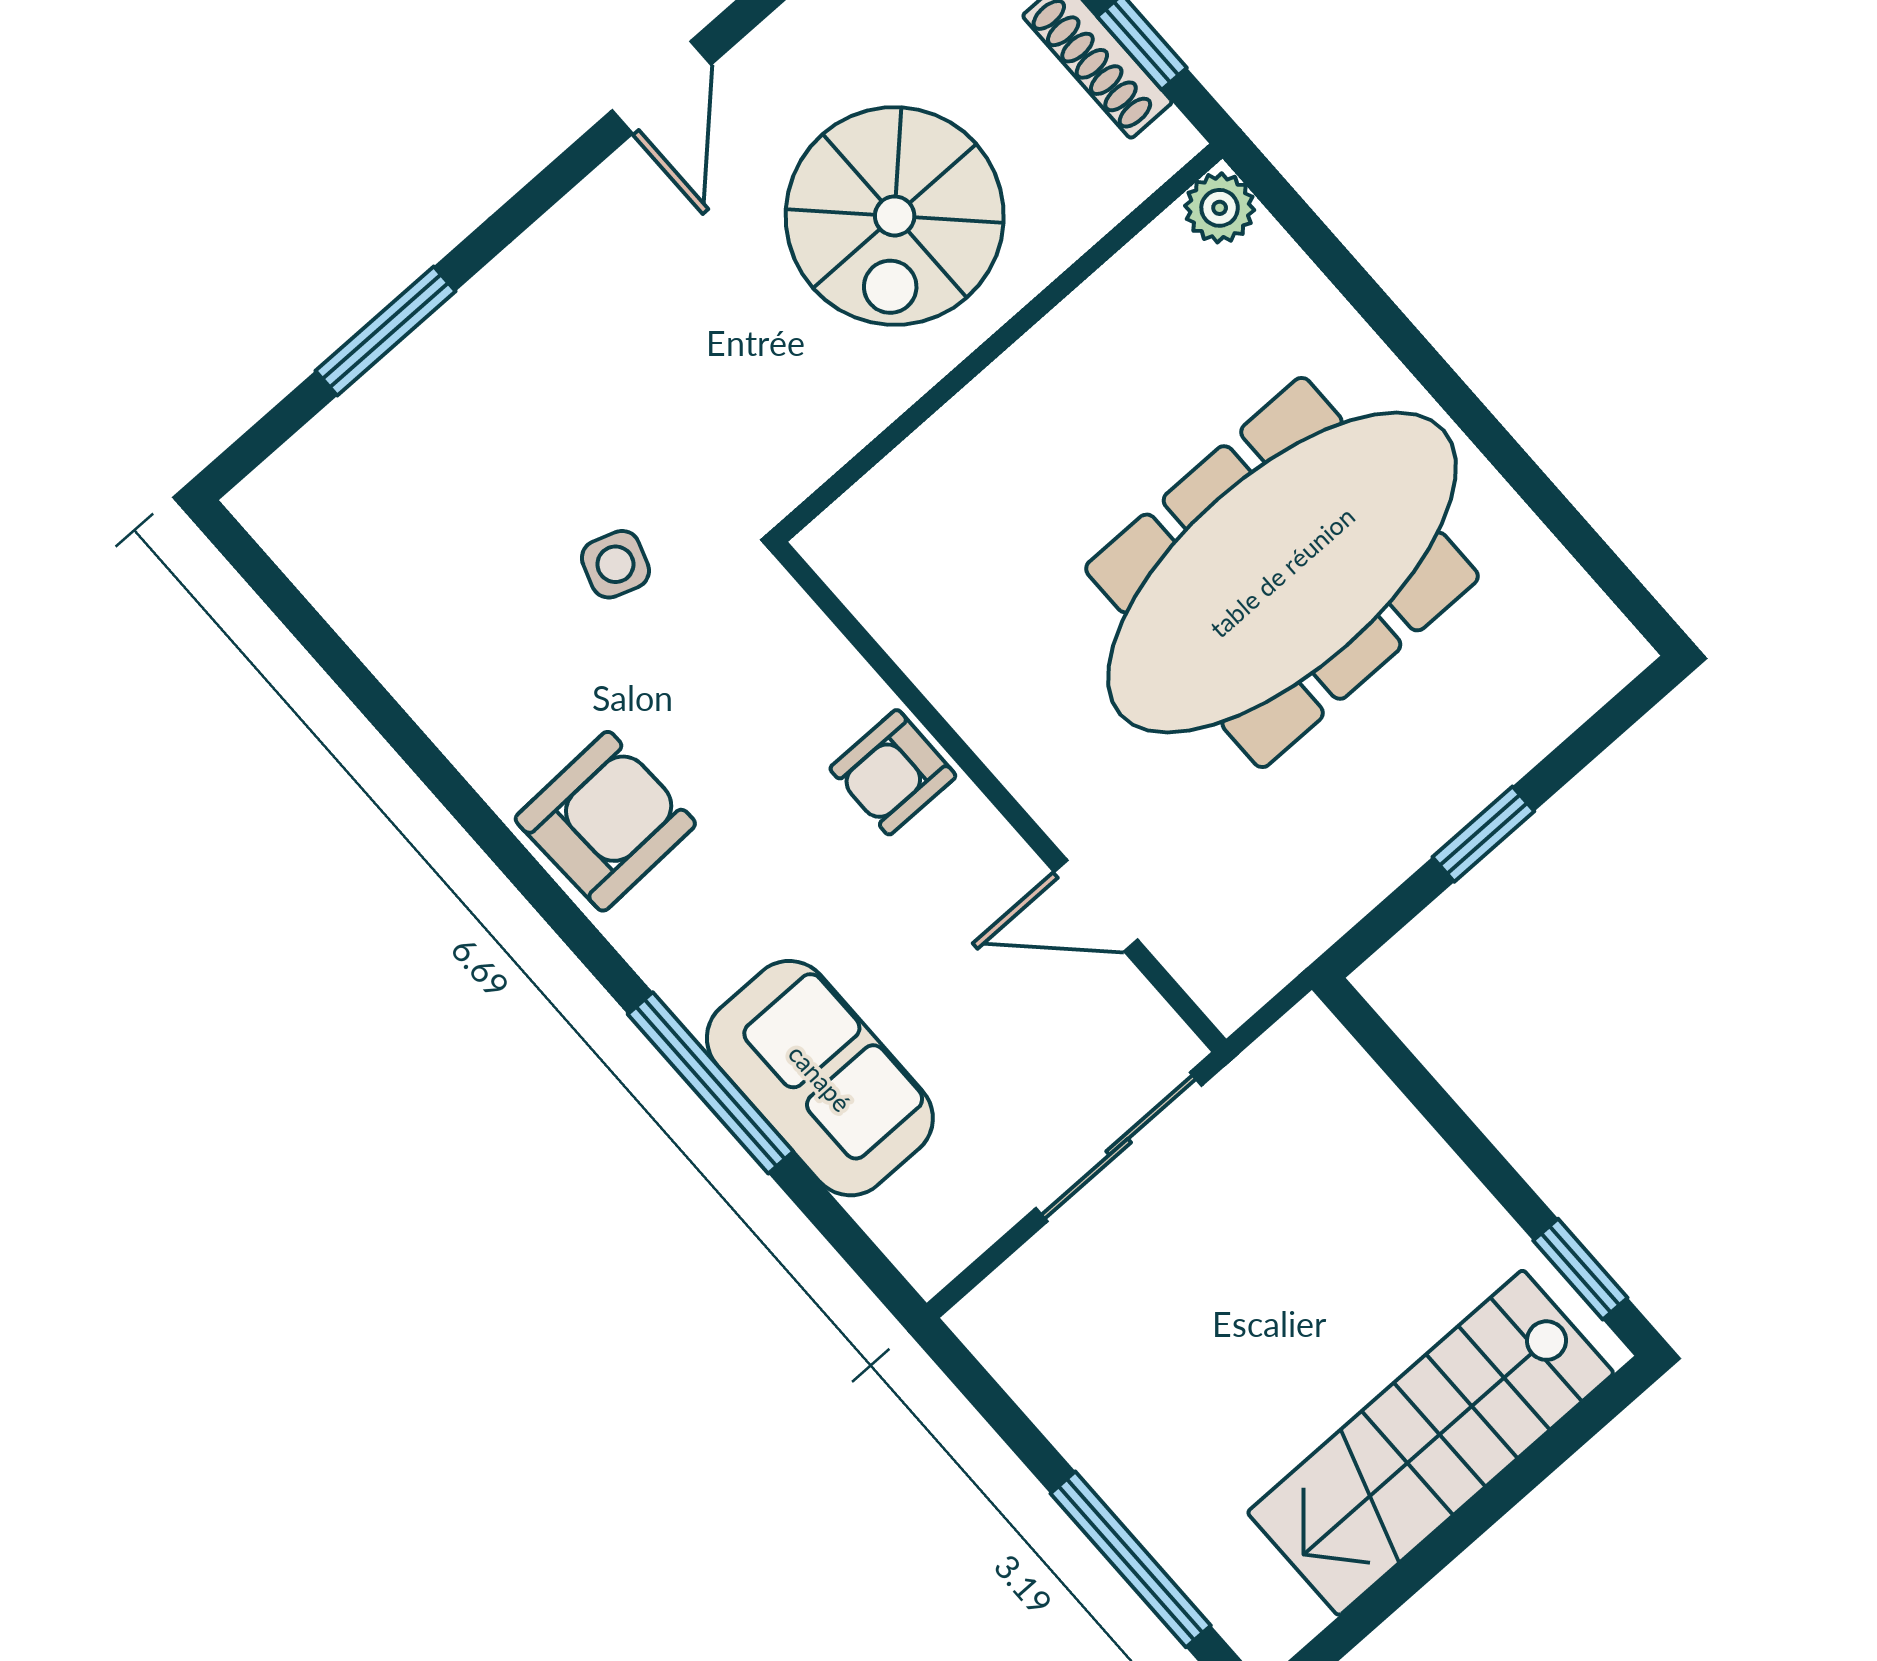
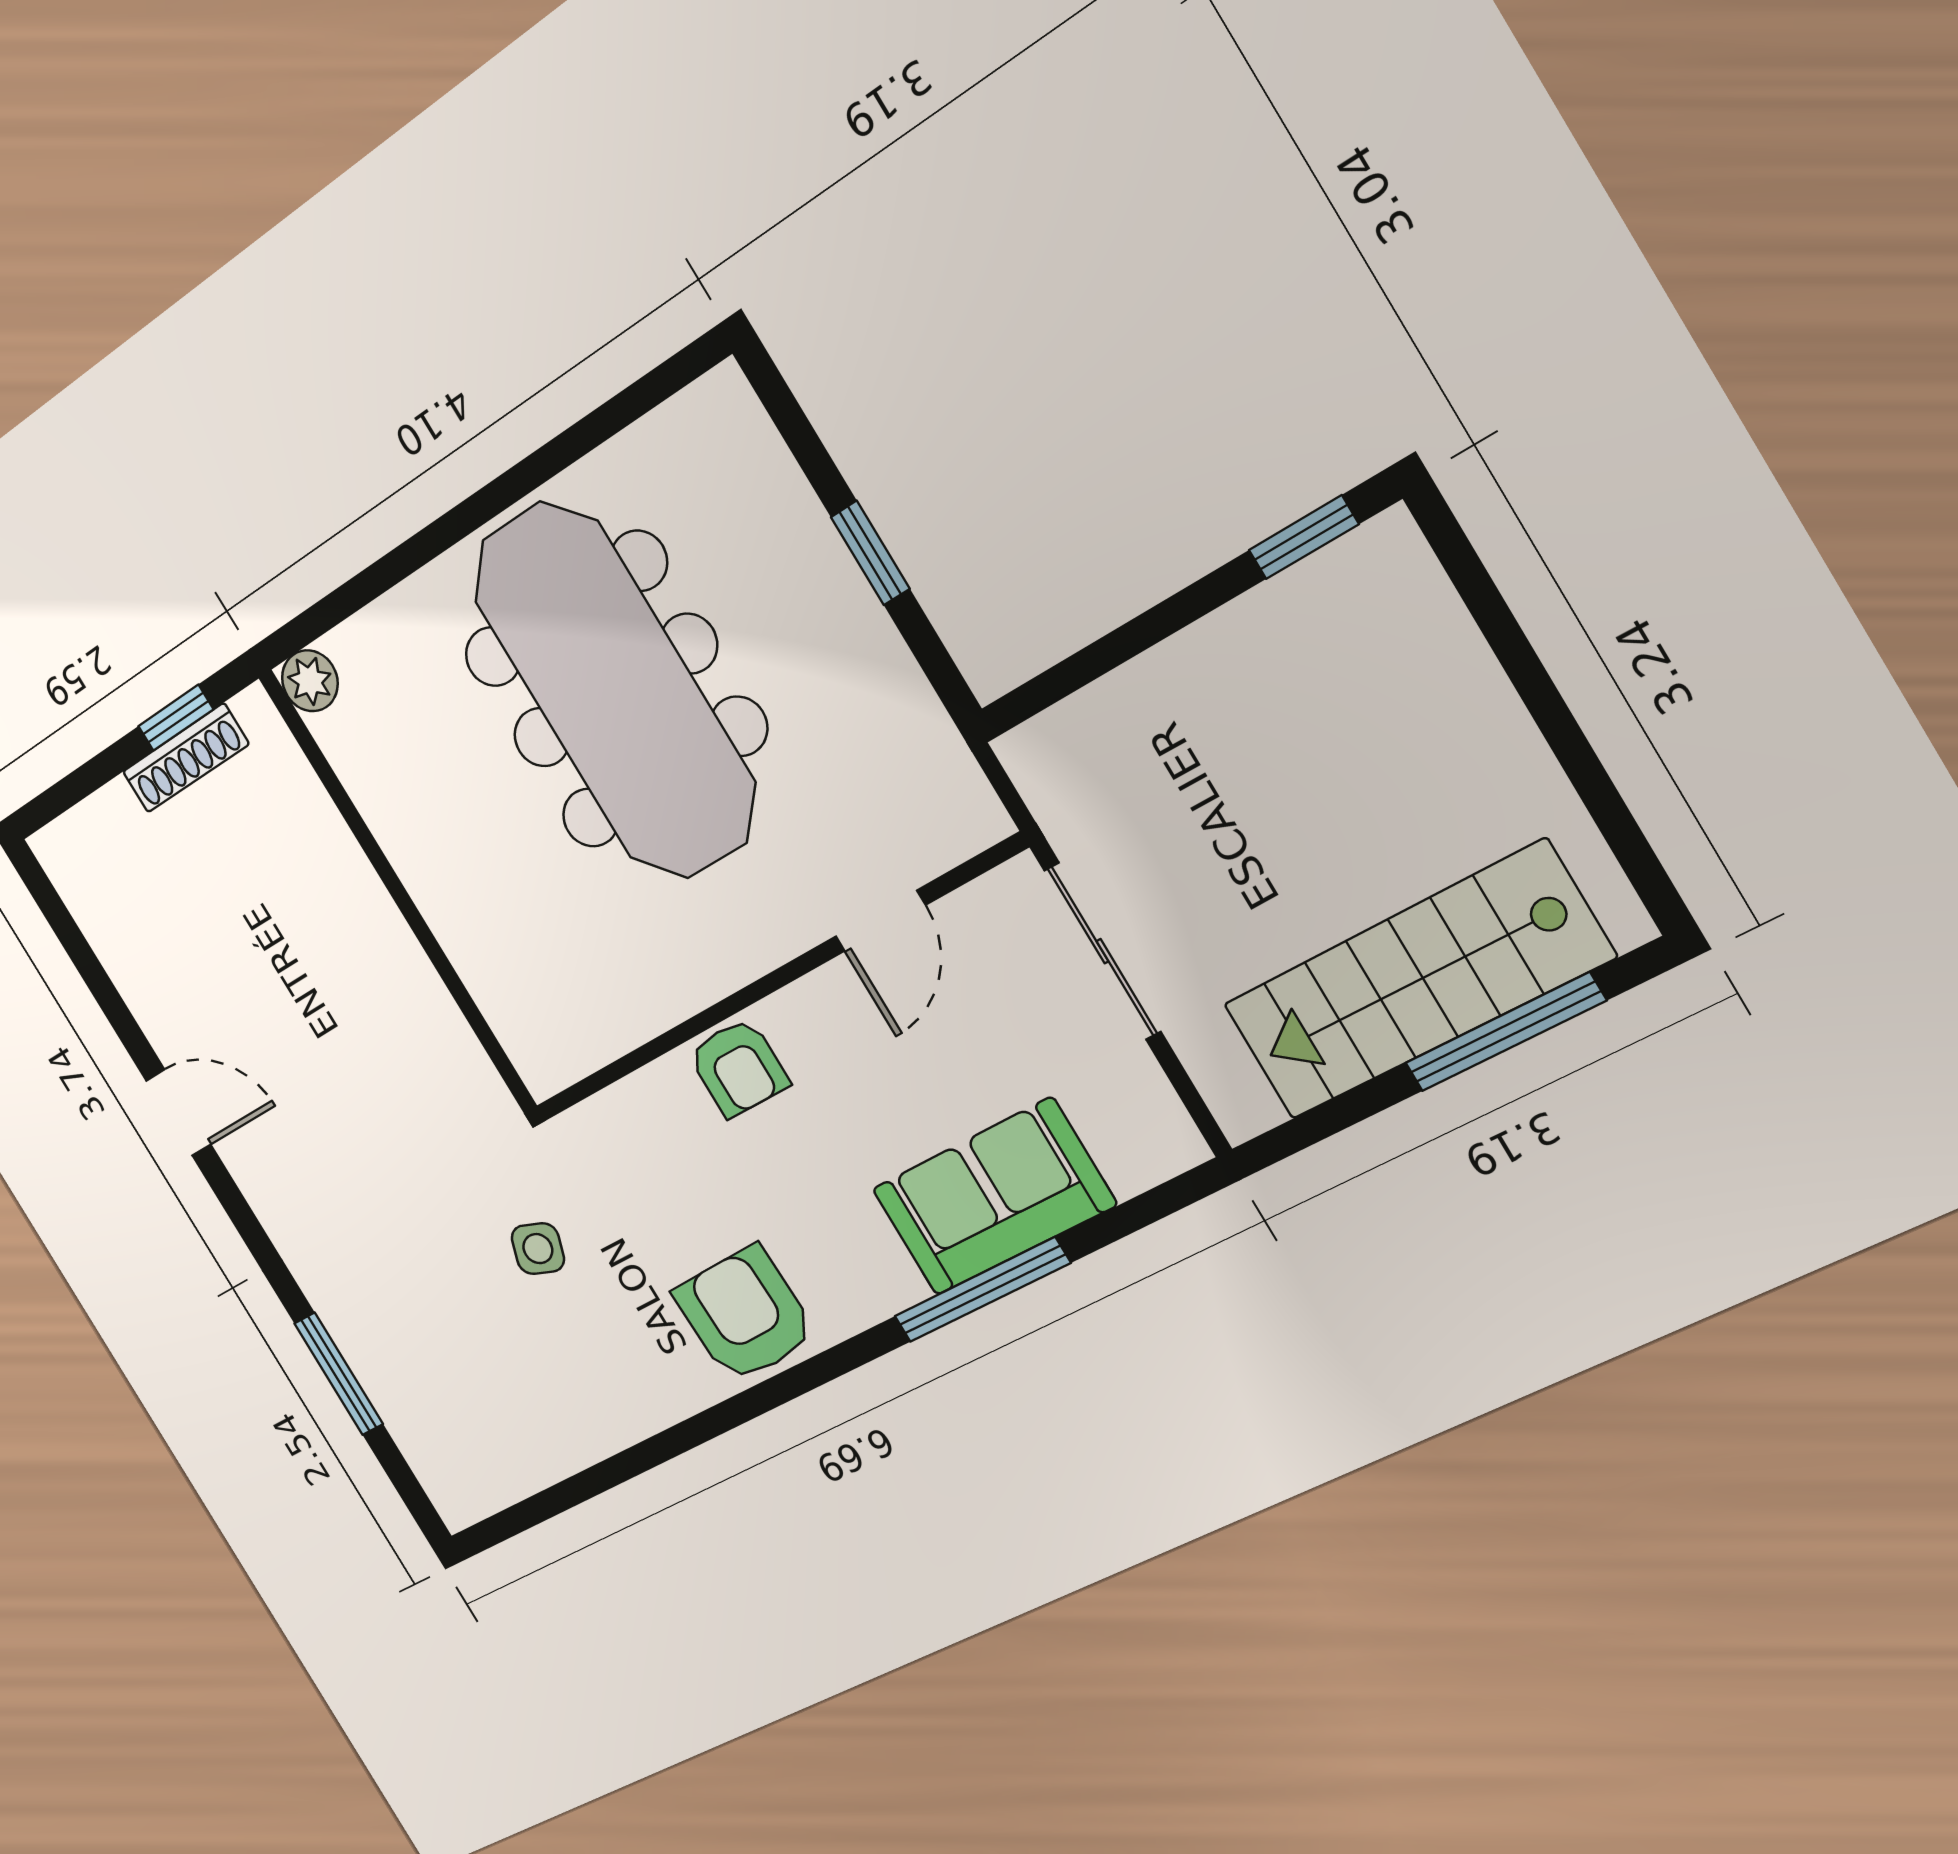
spiral stairs: (895, 216) -> (291, 953), removed
stairs: (1431, 1443) -> (1416, 981), moved, turned 90

